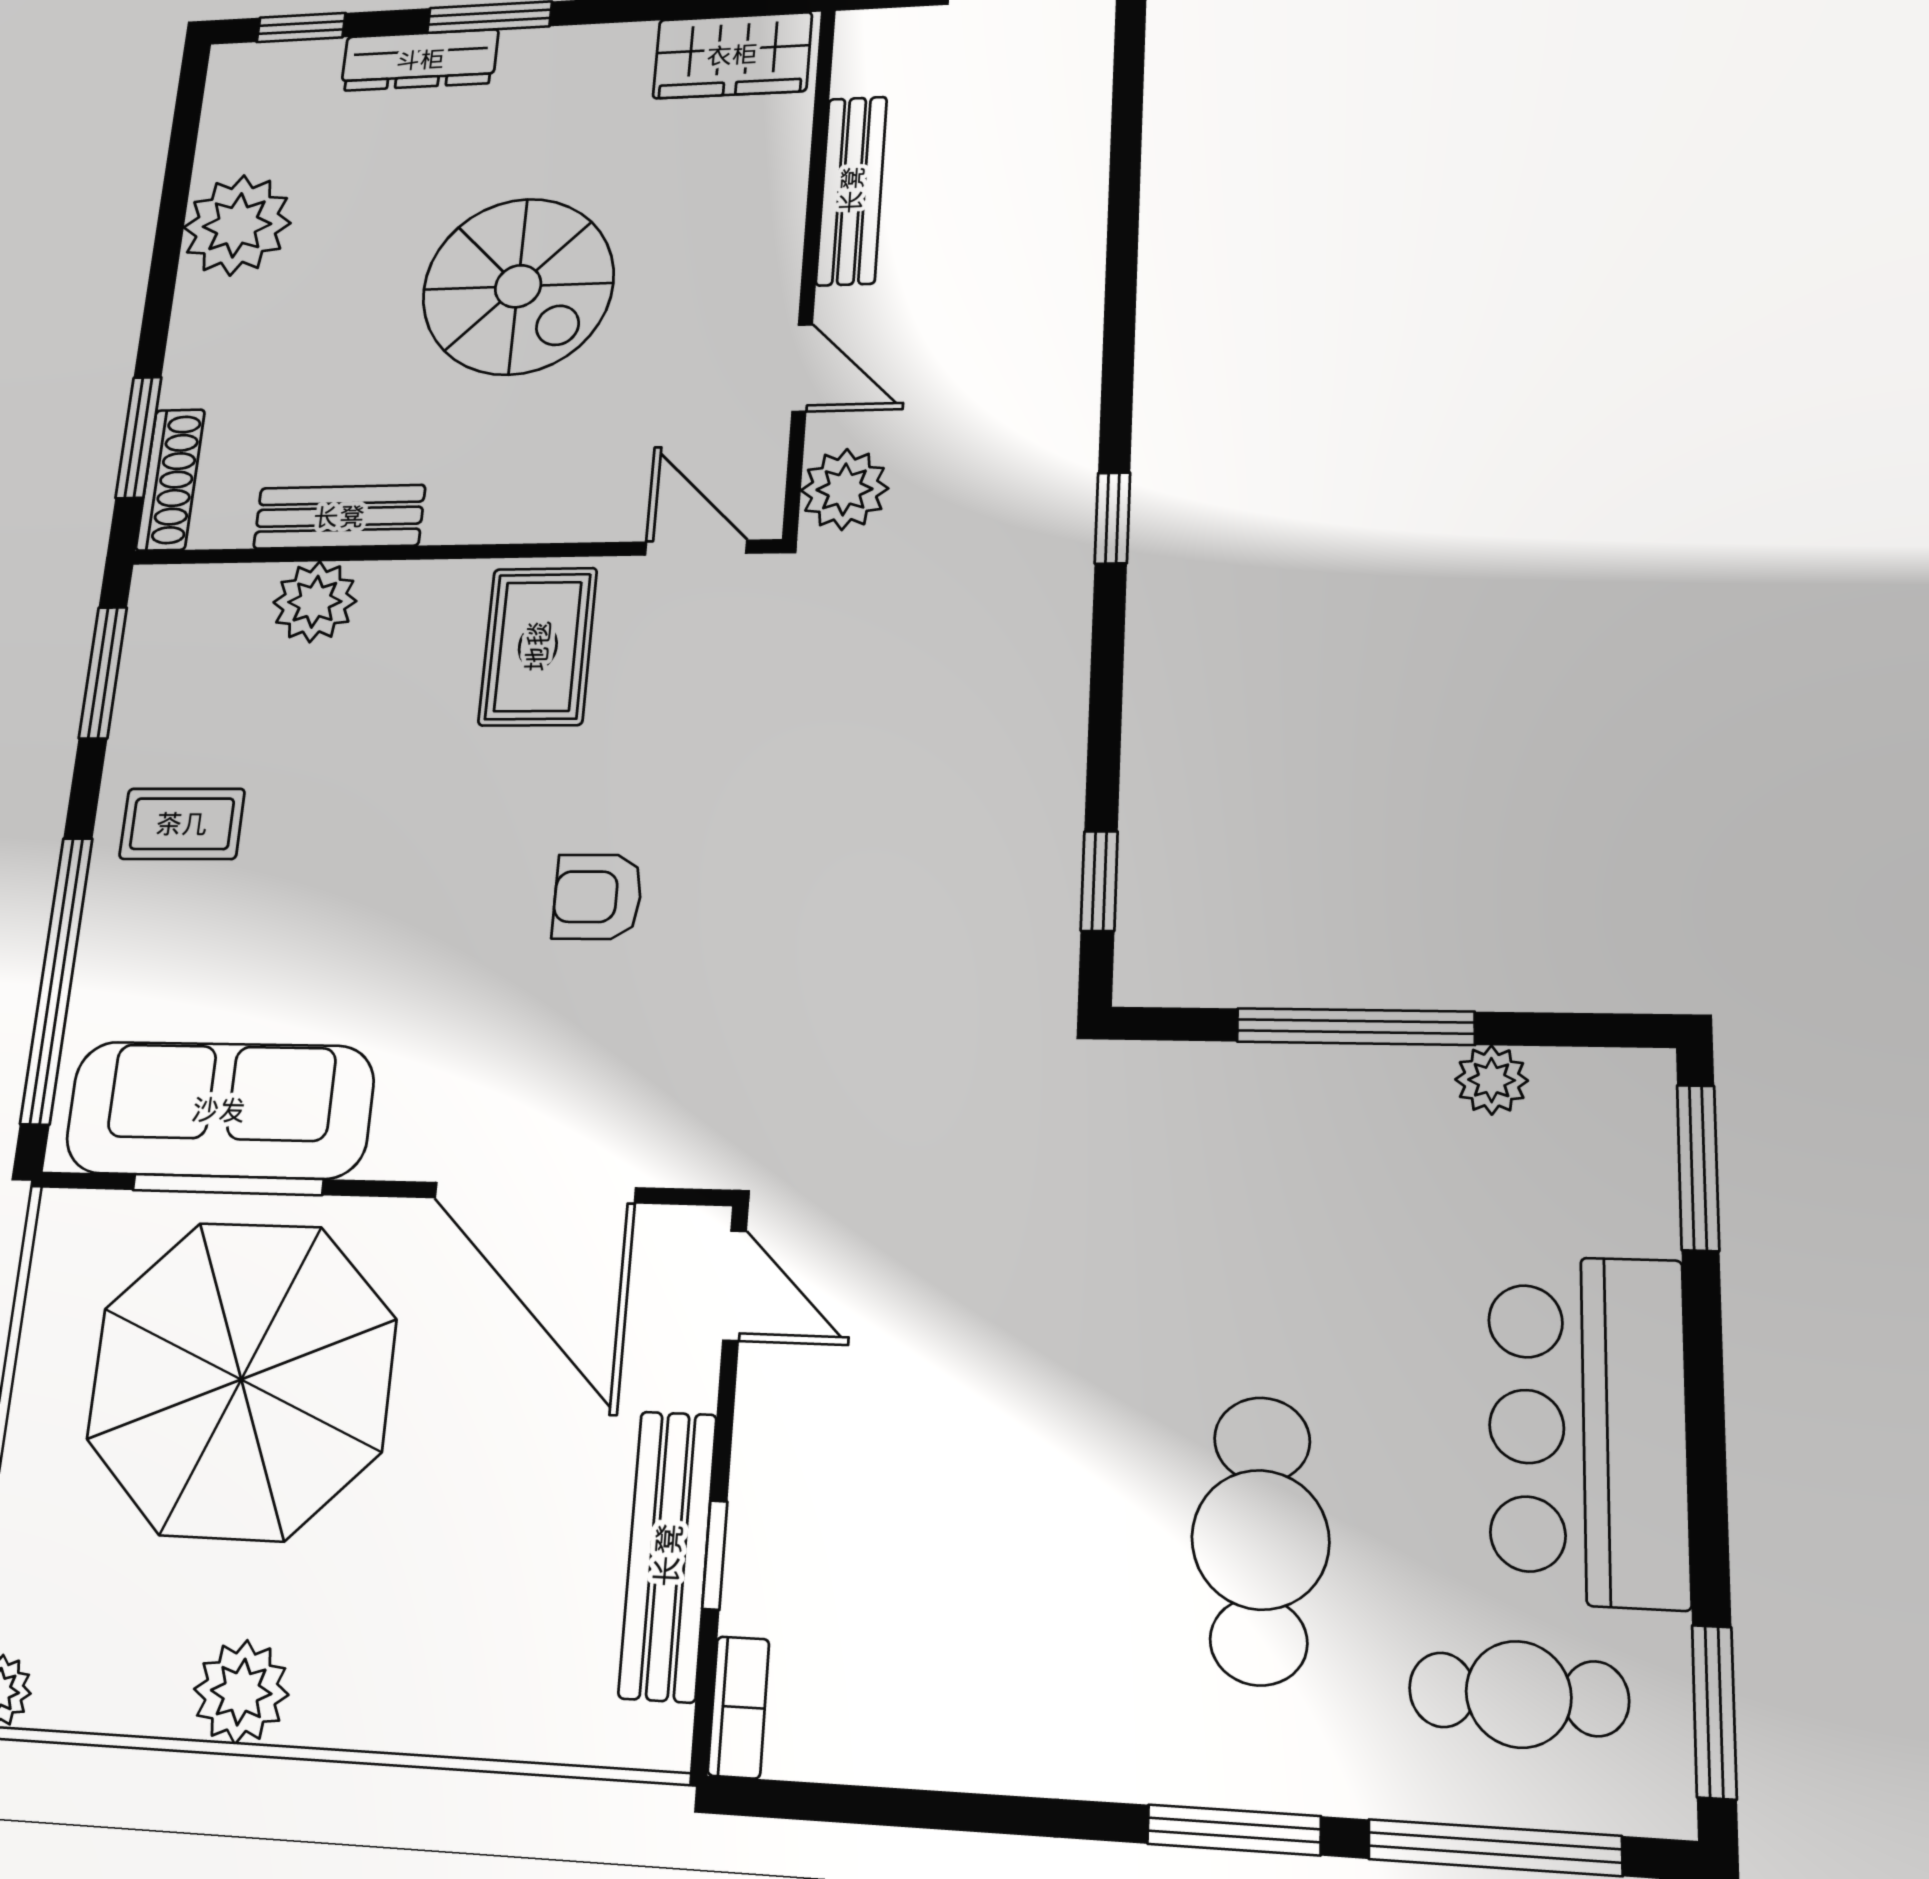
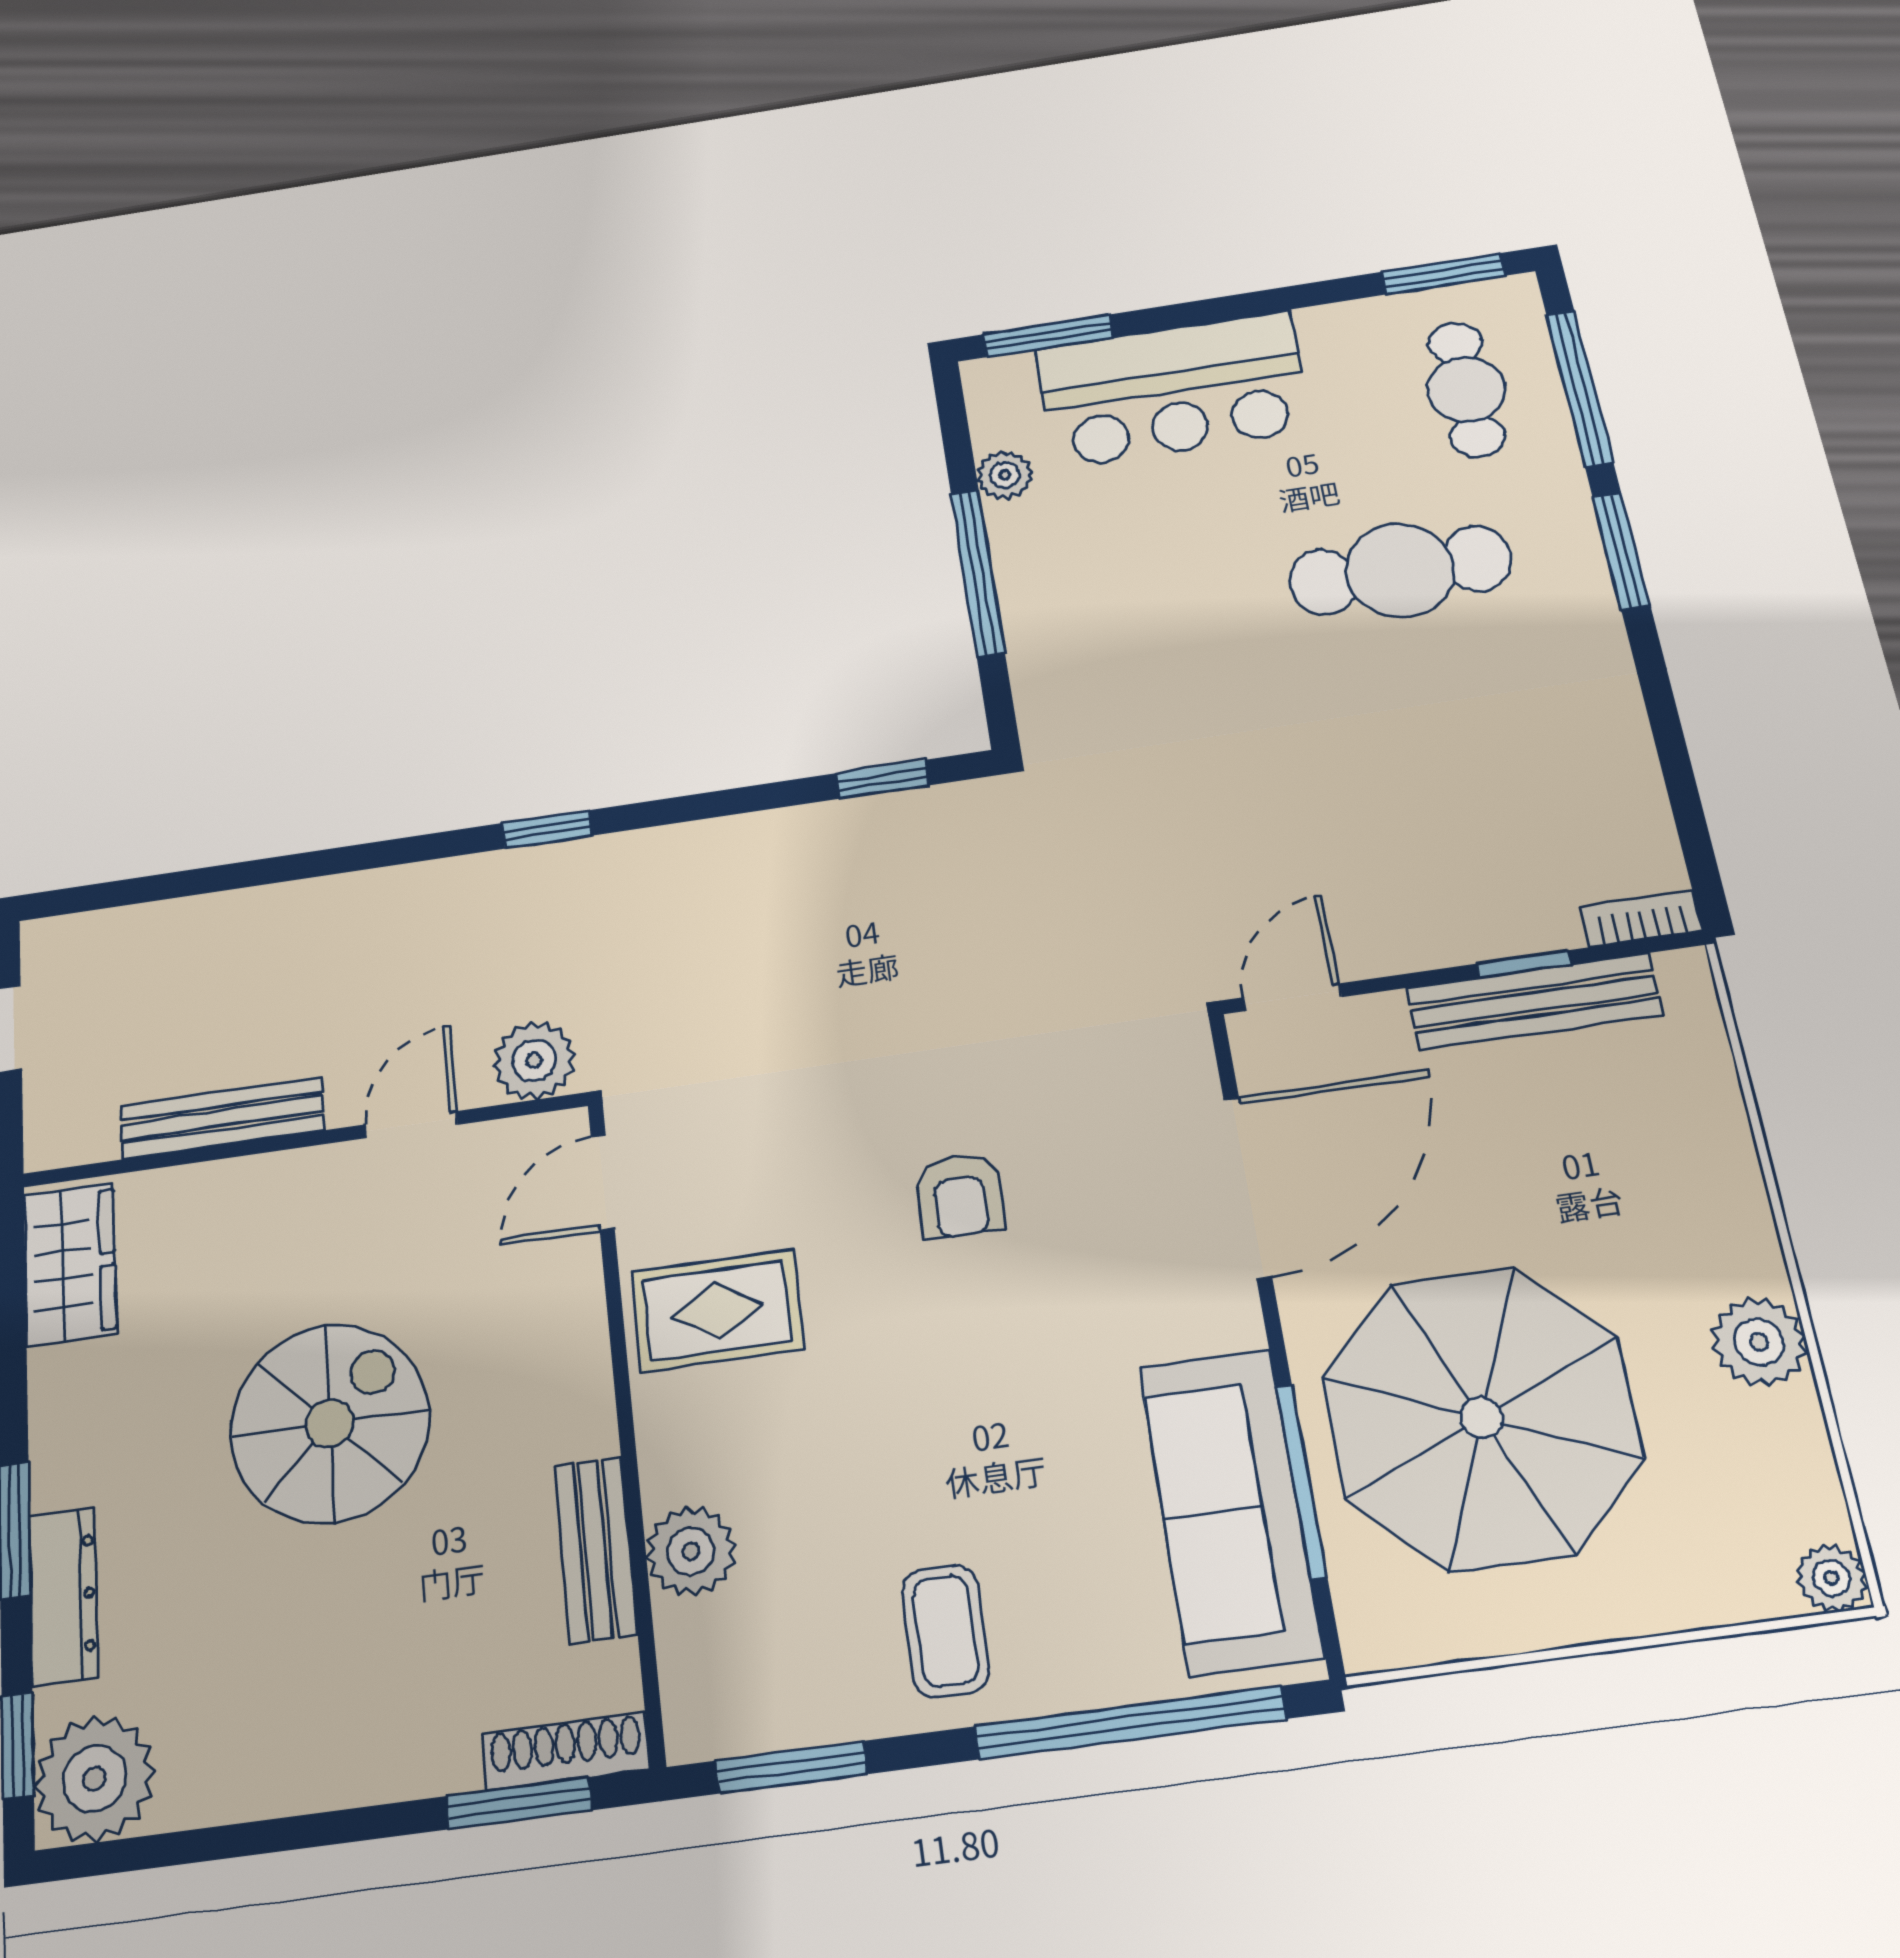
plant: (237, 225) -> (95, 1779), moved
bar counter: (1588, 1429) -> (1173, 389), moved

